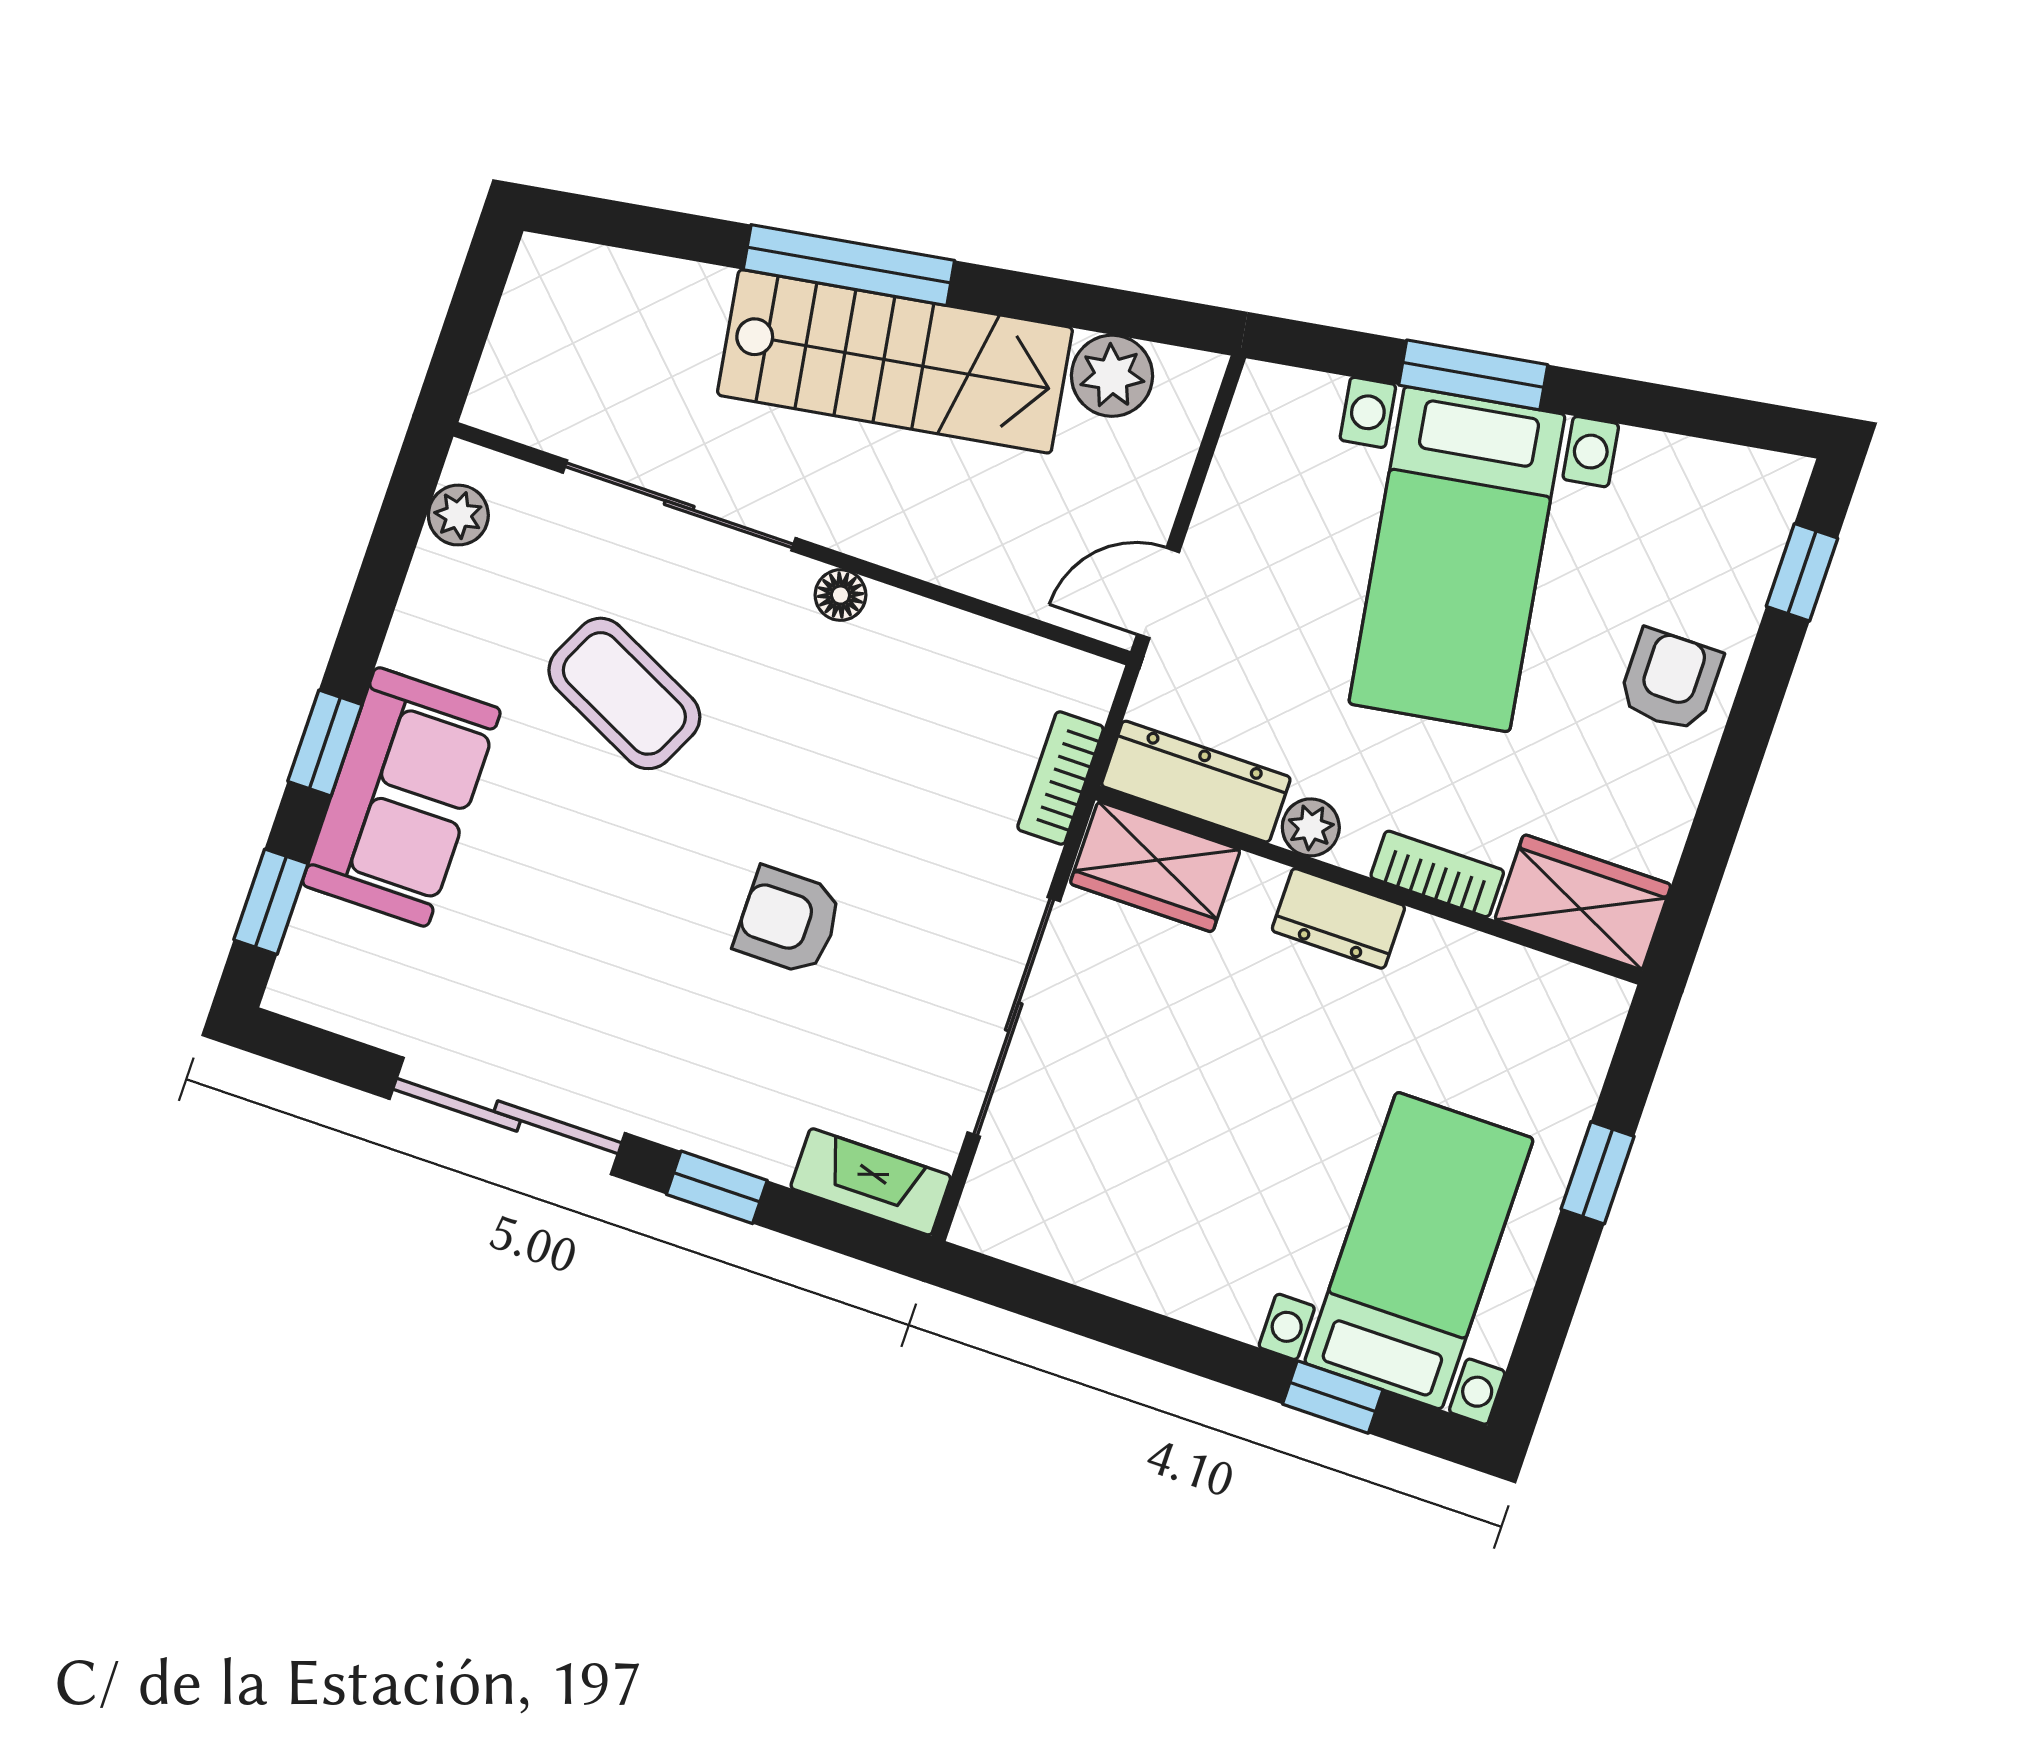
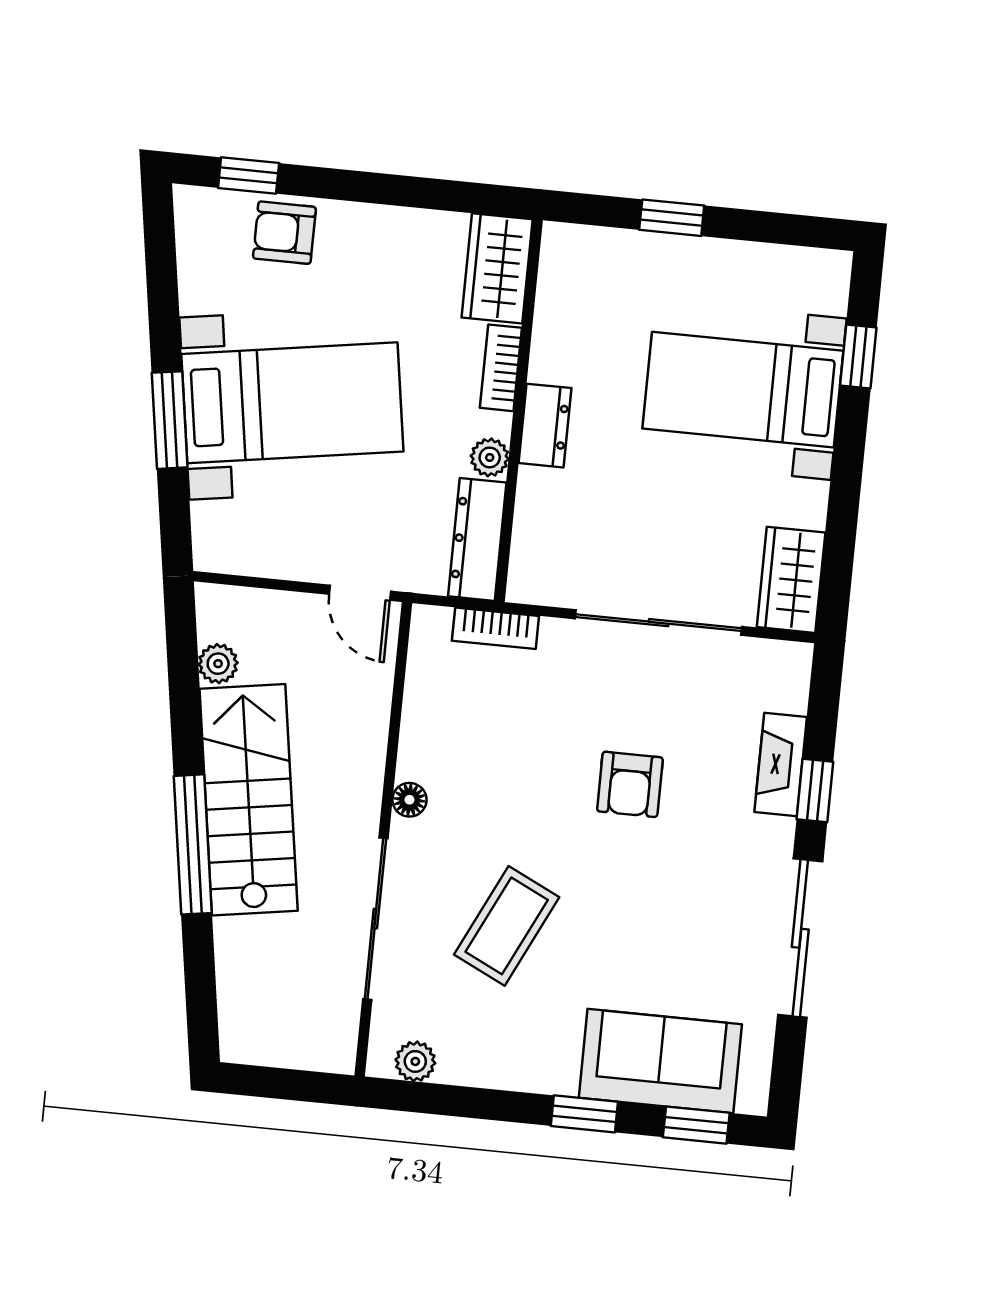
plant: (1112, 376) -> (218, 664), width x0.73, depth x0.73
armchair: (1670, 680) -> (284, 233), moved
sofa: (401, 797) -> (660, 1061), moved
wardrobe: (1155, 867) -> (791, 580), moved, turned 180
fireplace: (871, 1182) -> (781, 764), moved
bed with nightstands: (1419, 1251) -> (743, 390), moved

